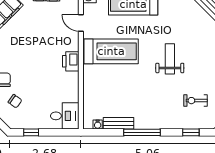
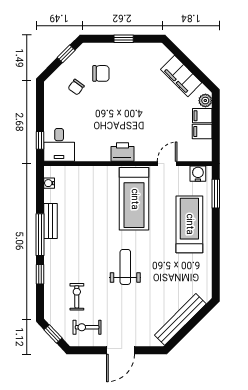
weight bench: (170, 59) -> (125, 267), turned -90
bench: (118, 123) -> (51, 221), moved
window: (31, 132) -> (40, 140), moved
window: (191, 132) -> (40, 274), moved

